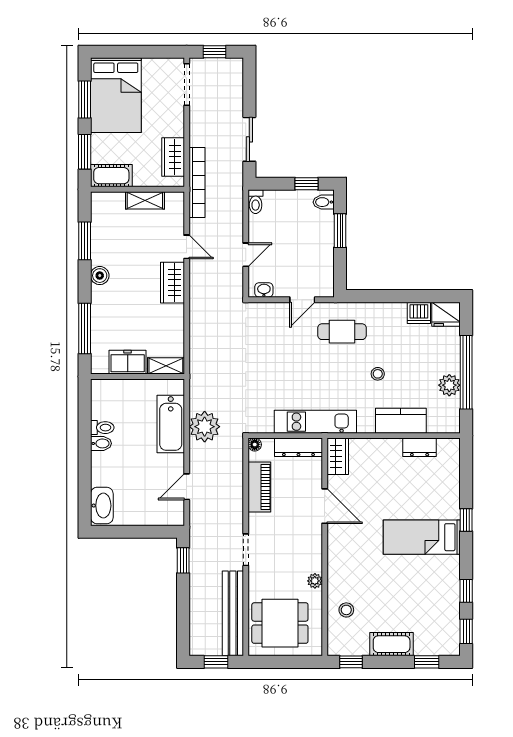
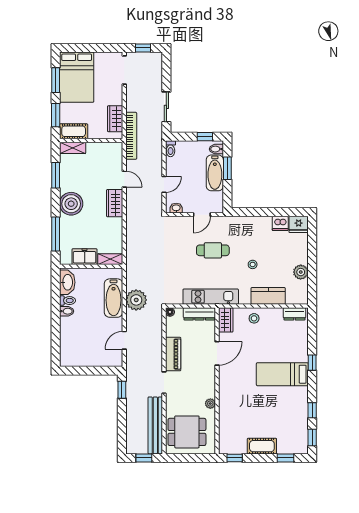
shelving: (145, 200) -> (73, 148), moved
bathtub: (321, 238) -> (215, 173), added
boiler: (100, 276) -> (71, 204), width x1.86, depth x1.86
cafe table: (342, 332) -> (213, 250), moved
window: (466, 372) -> (312, 263), removed
dresser: (420, 447) -> (294, 314), moved
piano: (259, 487) -> (173, 354), moved
washbasin: (102, 506) -> (67, 282), moved
door: (325, 506) -> (217, 353), hinge flipped
stool: (346, 610) -> (254, 318), moved

